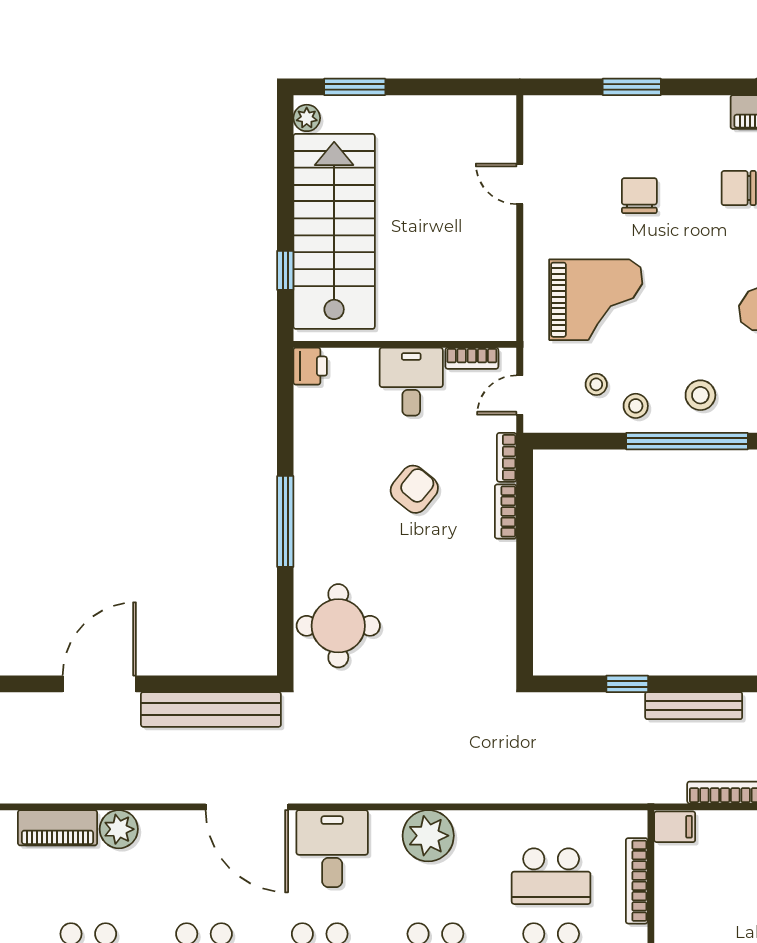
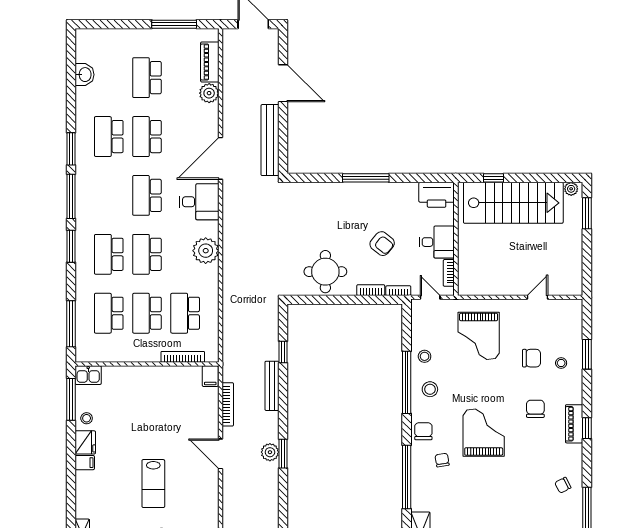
printer: (310, 366) -> (437, 195), width x1.87, depth x1.48
stool: (596, 384) -> (561, 363), moved
round table: (338, 626) -> (325, 272), moved

